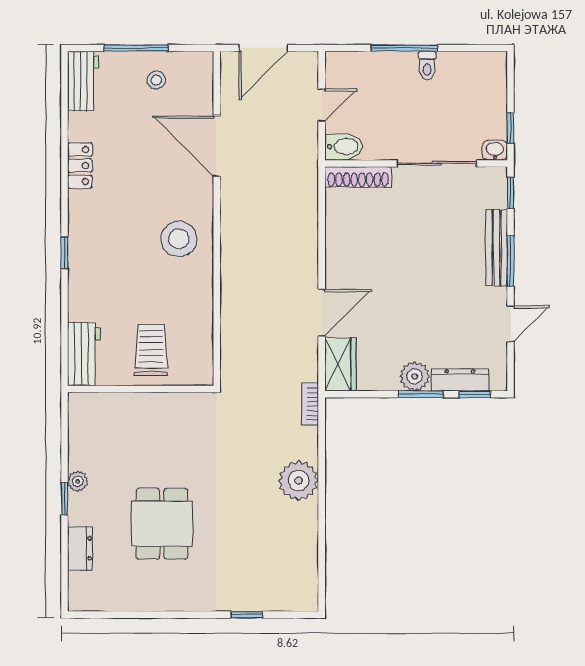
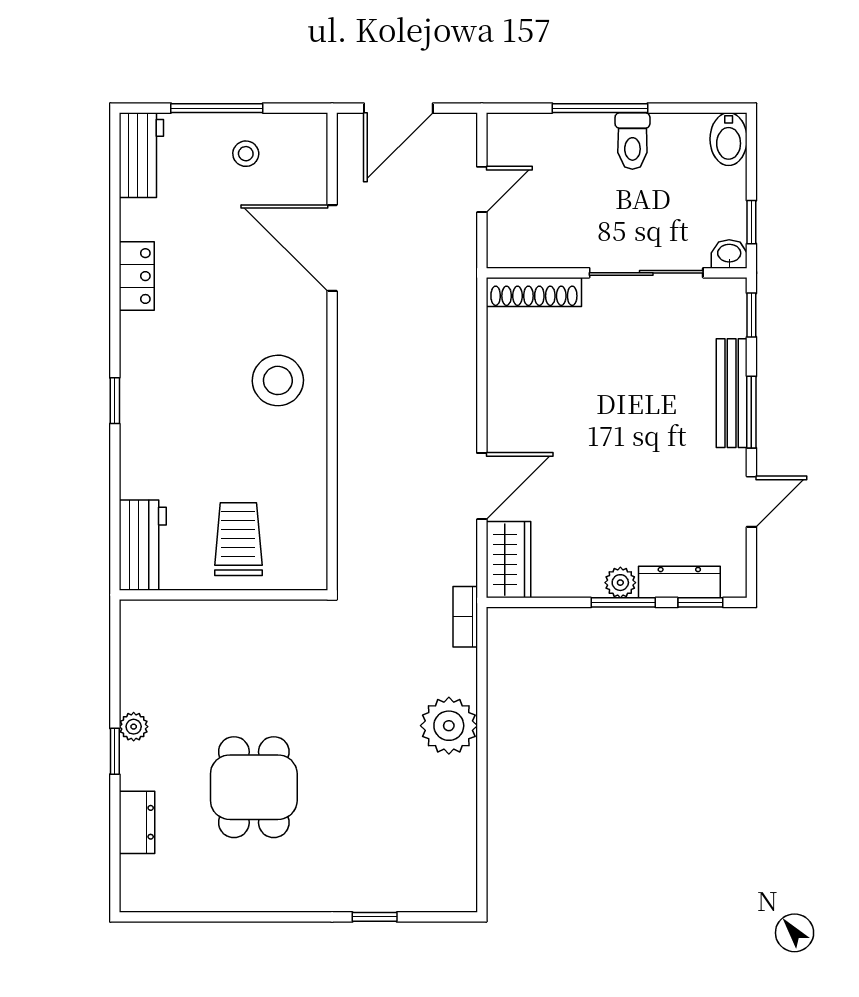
toilet: (427, 65) -> (632, 141), width x1.37, depth x1.39
bidet: (343, 147) -> (729, 139), moved, turned 90
plant: (415, 376) -> (620, 583), width x0.73, depth x0.73

